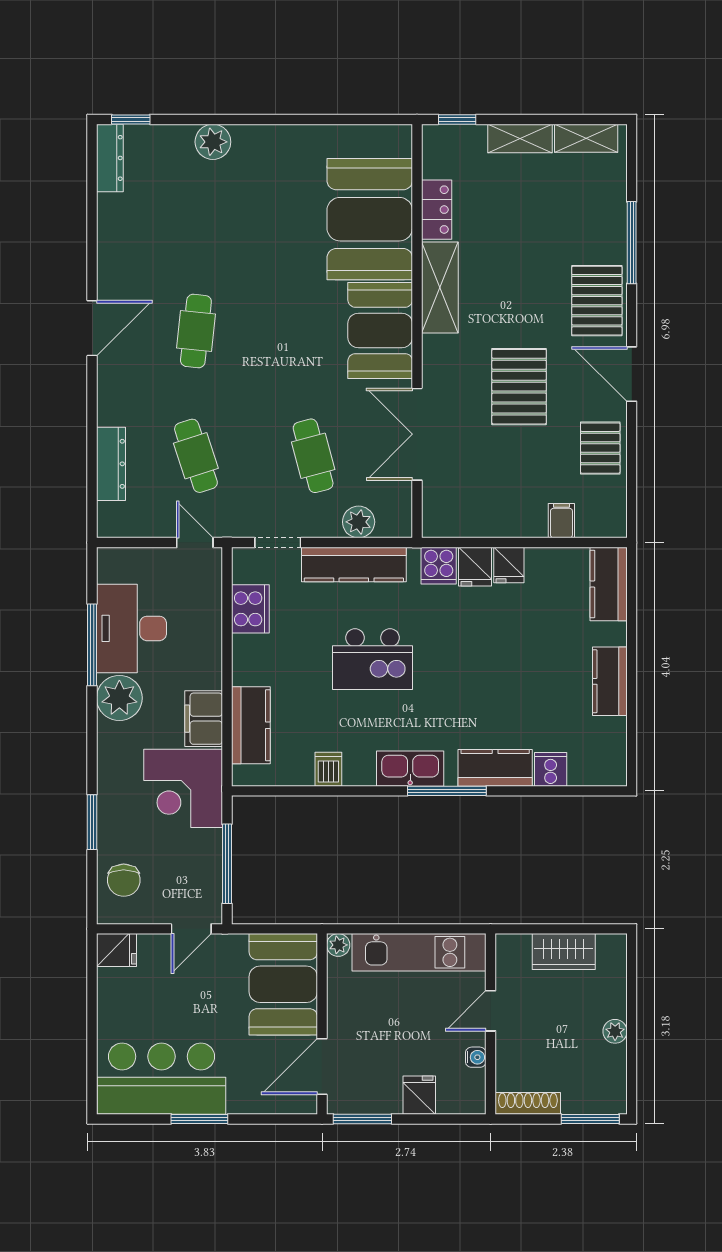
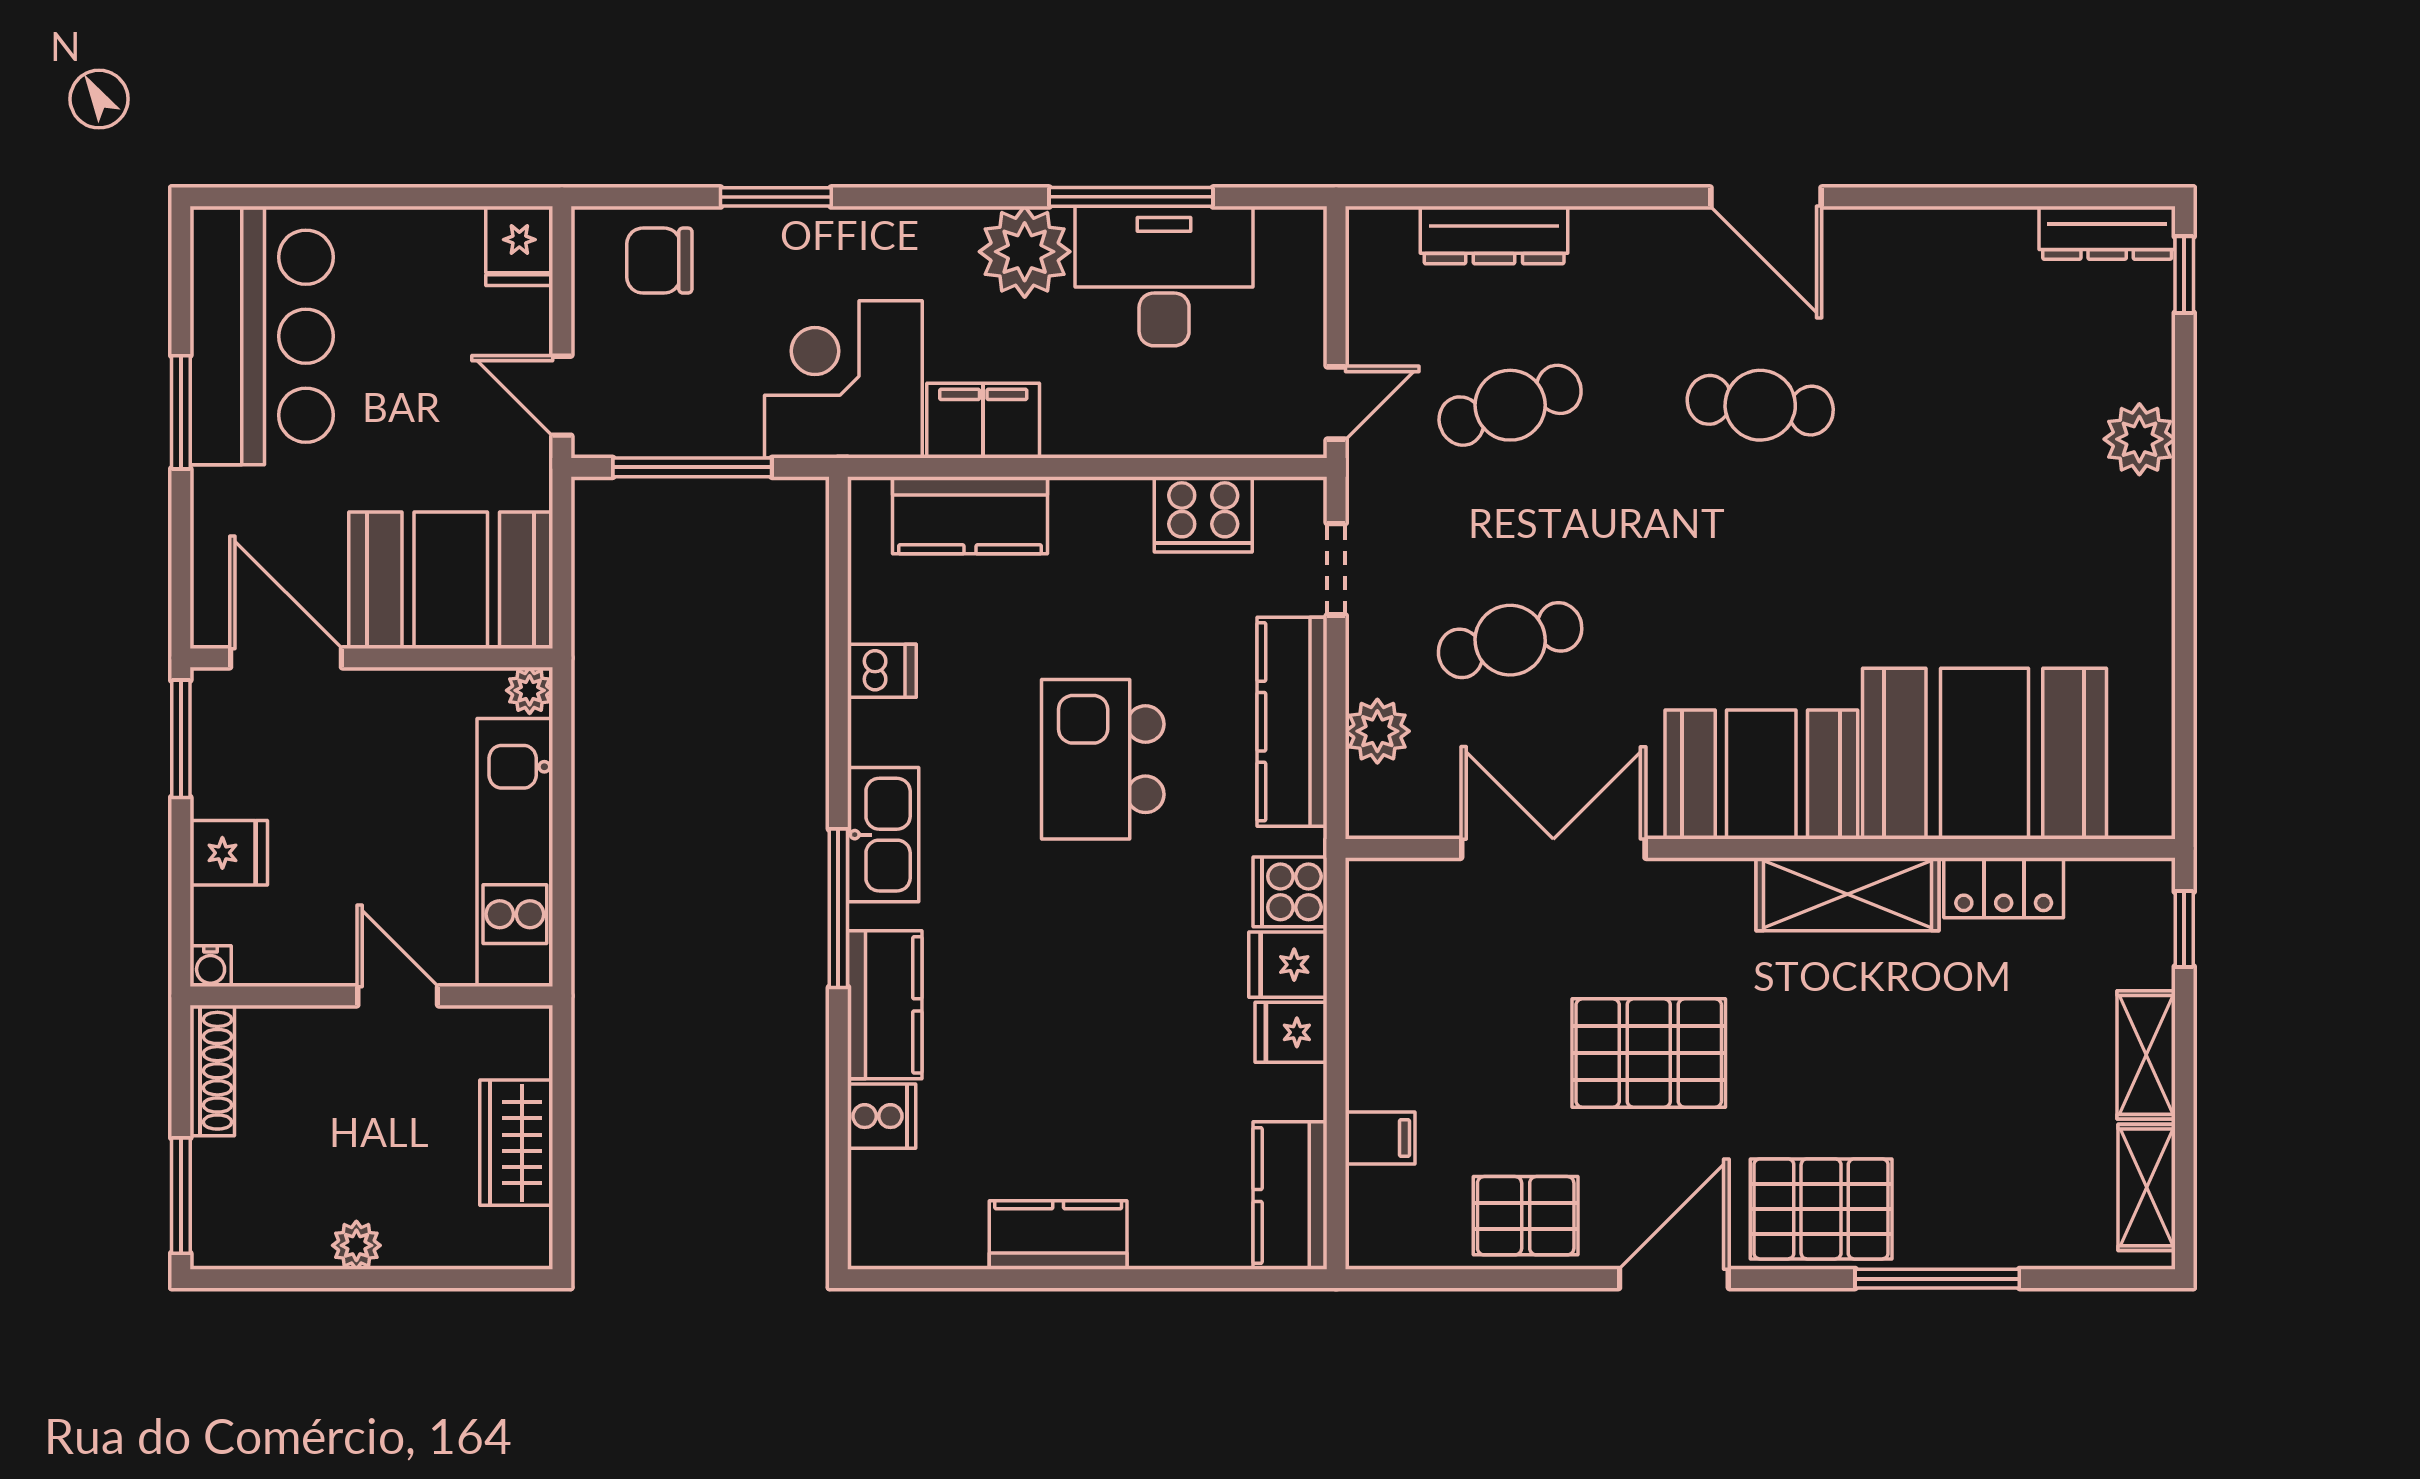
kitchen counter: (609, 584) -> (1290, 1196), moved, turned -90
water cooler: (476, 1057) -> (211, 966), moved

